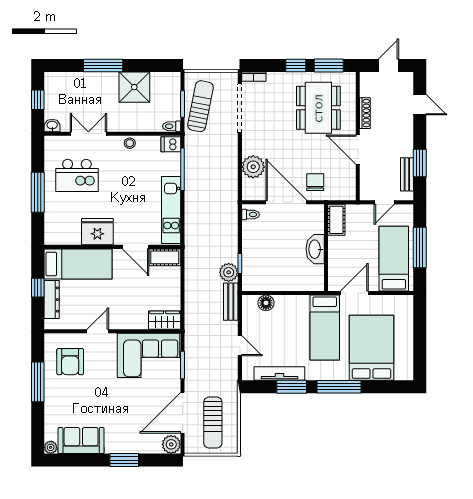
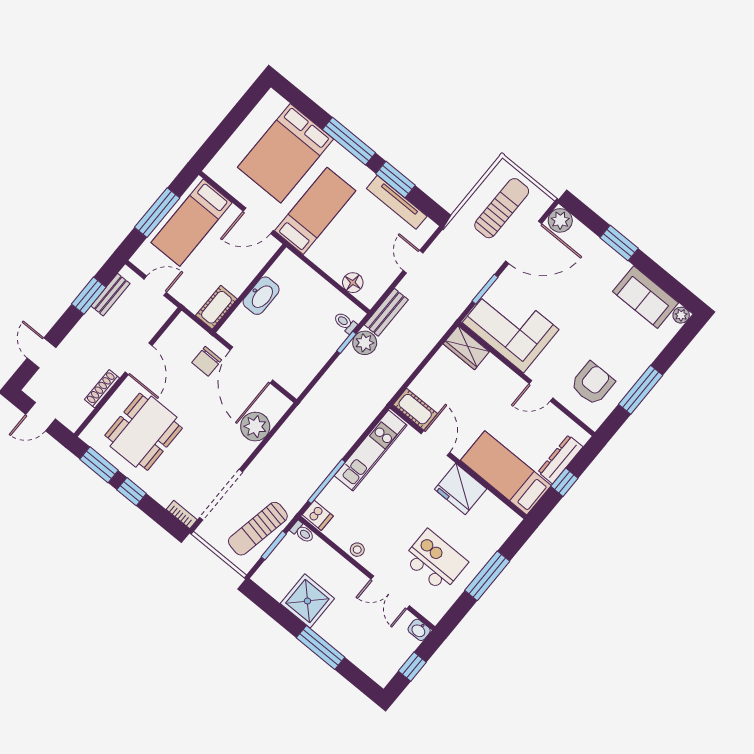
toilet: (251, 215) -> (345, 323), moved

